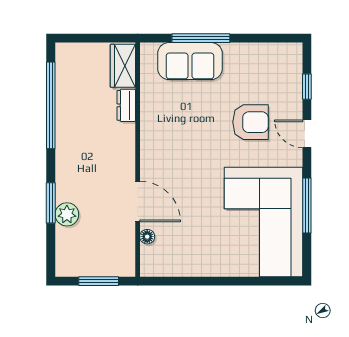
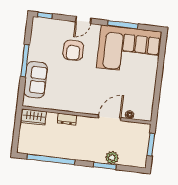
window: (201, 38) -> (25, 61), moved
window: (307, 87) -> (45, 15), moved
dresser: (126, 105) -> (67, 119), moved
armchair: (250, 122) -> (73, 50), turned 180

